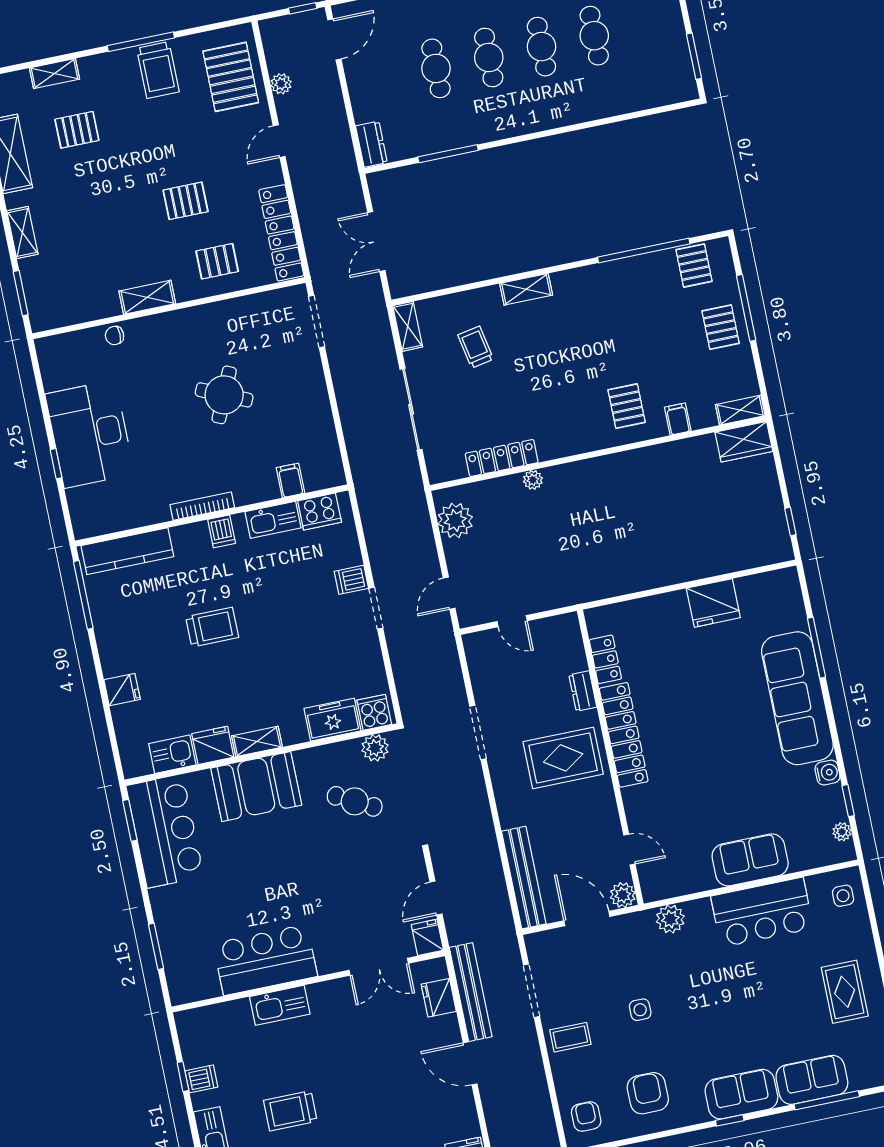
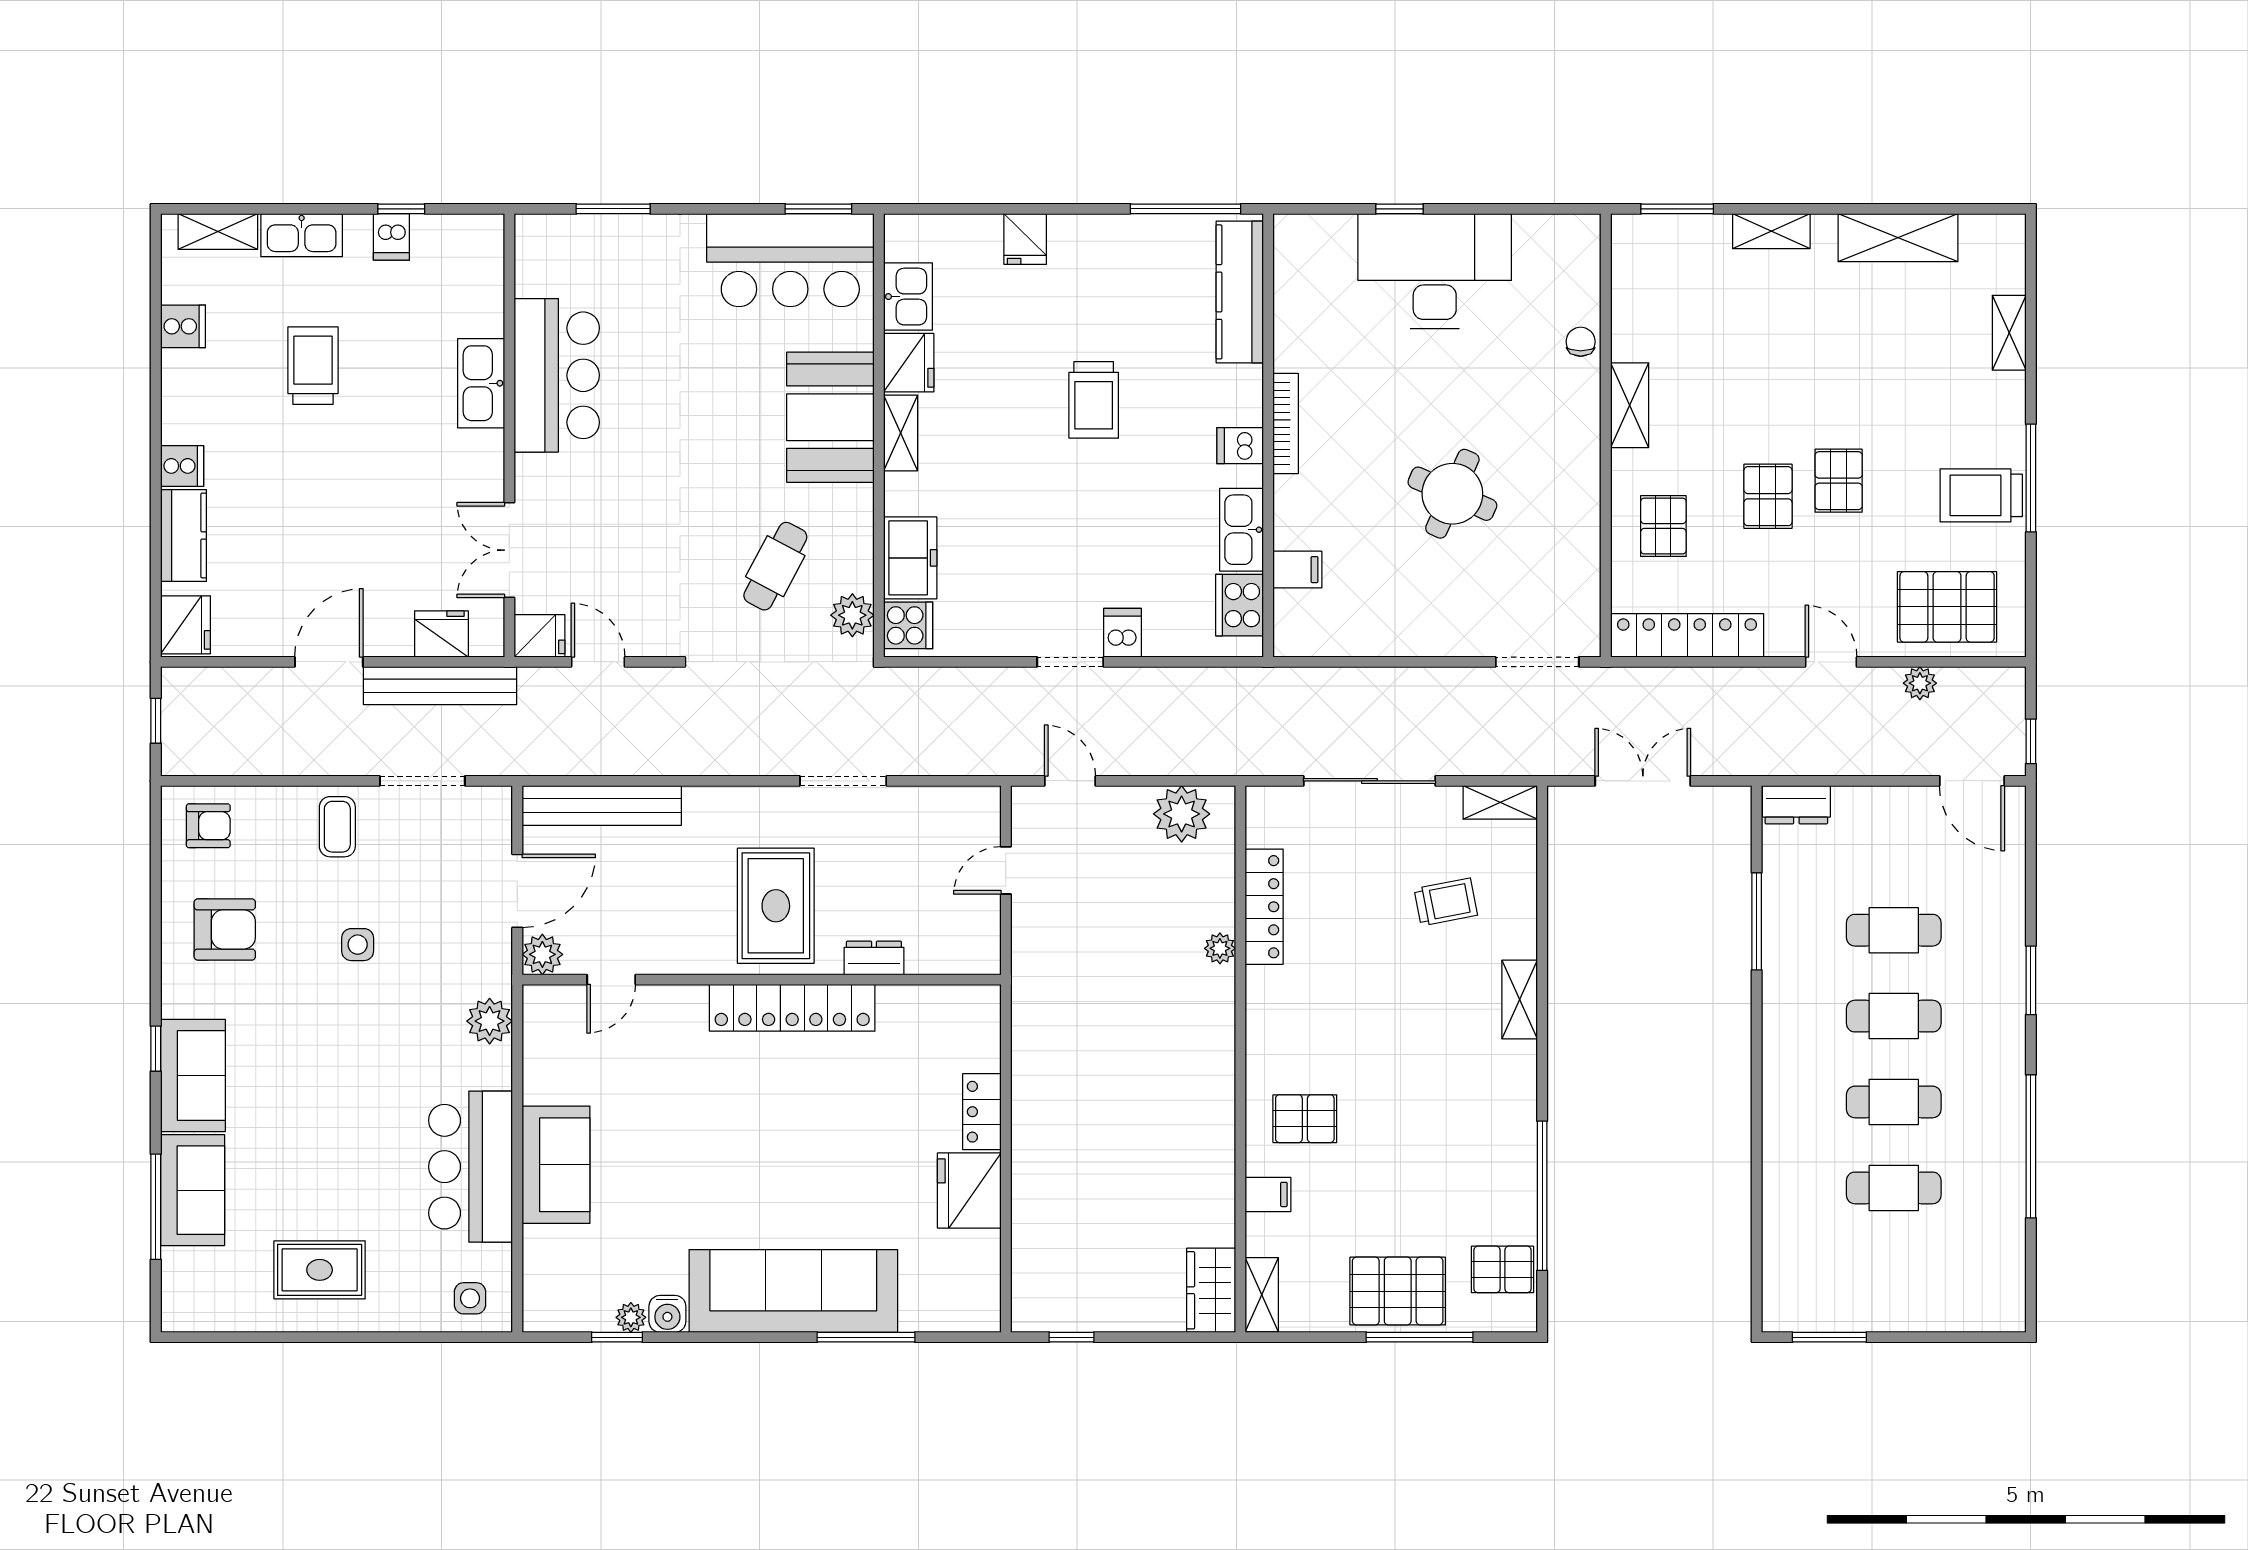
pallet: (77, 130) -> (1839, 481), moved
pallet: (721, 327) -> (1398, 1291), width x1.50, depth x1.42
locker: (605, 659) -> (982, 1112), moved, turned 90
plant: (842, 832) -> (631, 1317), moved

